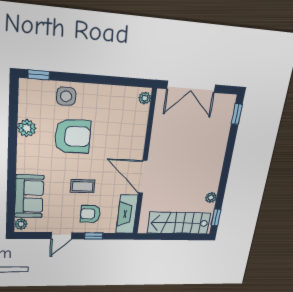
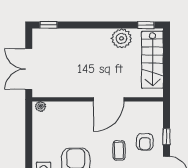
double door: (191, 87) -> (29, 69), swing flipped
plant: (211, 197) -> (121, 38), width x1.87, depth x1.87
fireplace: (127, 214) -> (144, 109), removed

